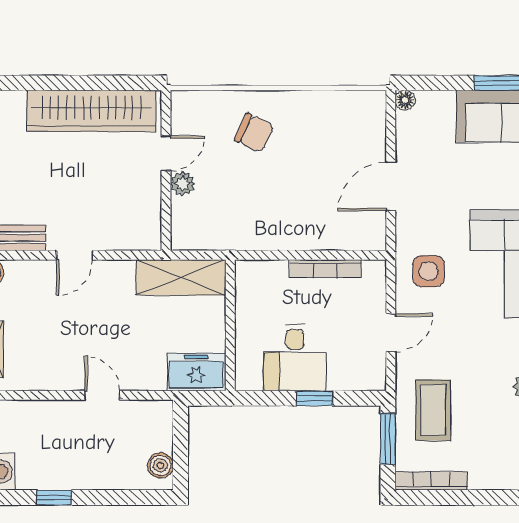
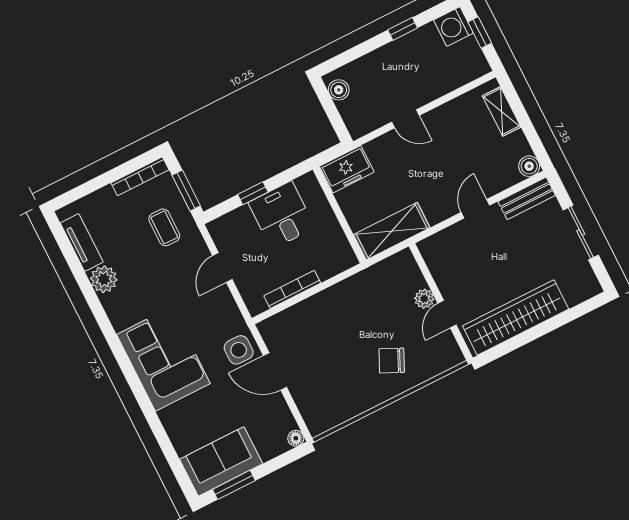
door: (391, 187) -> (275, 371), swing flipped
side table: (429, 271) -> (239, 350), moved
coffee table: (433, 410) -> (164, 227), width x0.73, depth x0.77

